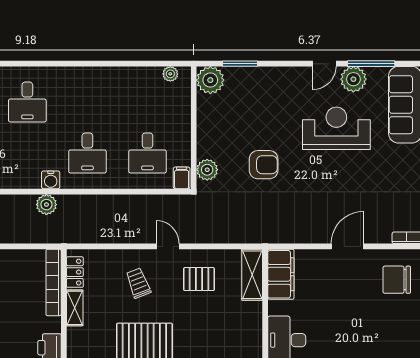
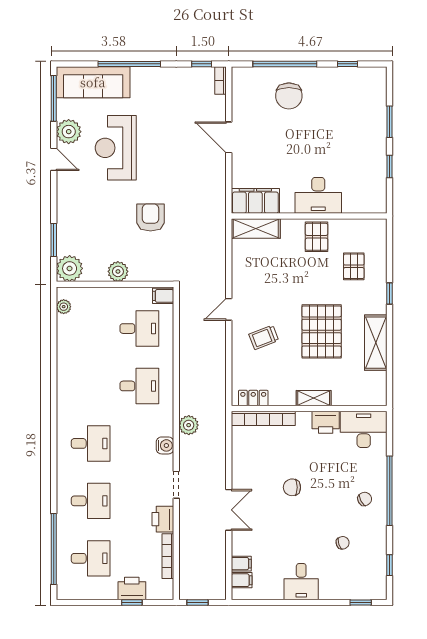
window: (371, 64) -> (54, 98), moved
plant: (207, 170) -> (118, 271), moved
water cooler: (51, 180) -> (165, 445), moved
pallet: (199, 279) -> (317, 237), moved
chair: (397, 280) -> (289, 96), moved
shelving: (75, 308) -> (314, 398), moved

